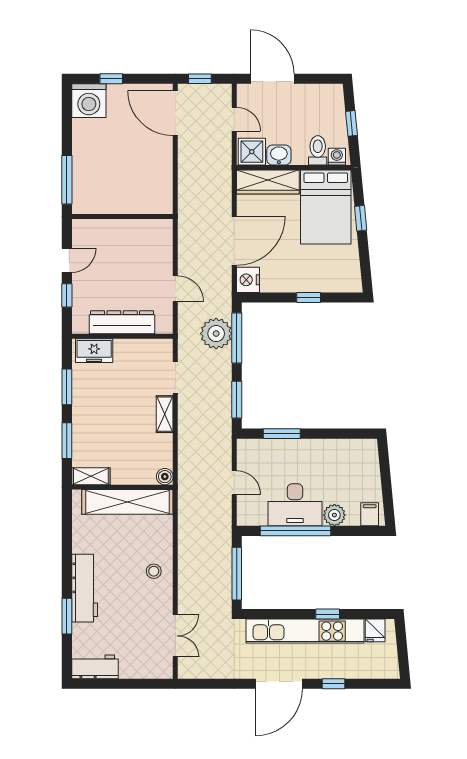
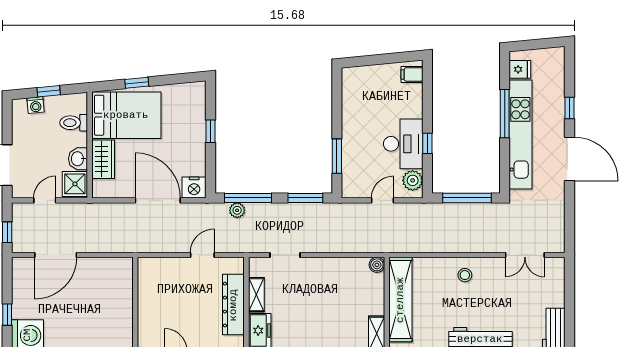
door: (175, 113) -> (56, 255), moved
washing machine: (337, 157) -> (36, 105), moved, turned -96
wardrobe: (268, 182) -> (103, 159), width x0.67
plant: (216, 334) -> (237, 210), width x0.53, depth x0.53
shelving: (165, 414) -> (256, 295), moved, turned 90
plant: (334, 515) -> (413, 180), moved
window: (296, 531) -> (427, 143), width x0.32
window: (328, 614) -> (505, 114), width x2.17
double door: (175, 636) -> (525, 255), swing flipped

